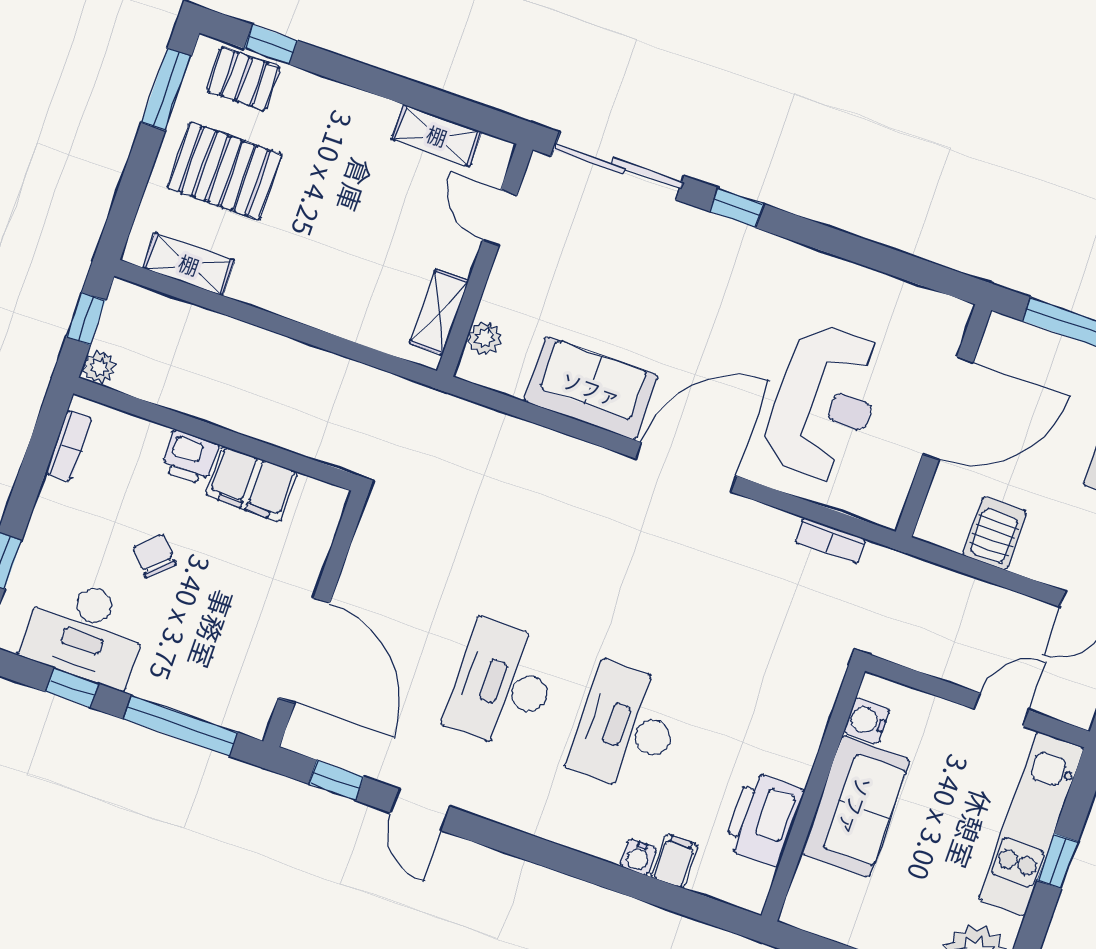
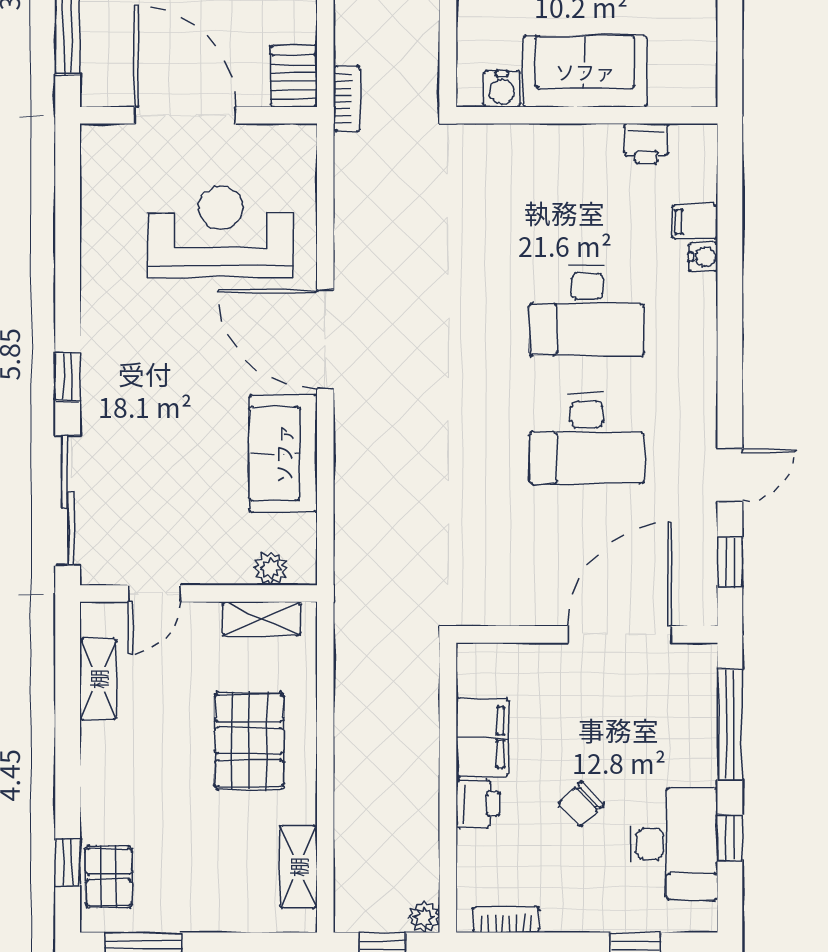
pallet: (225, 171) -> (249, 741), moved
server rack: (995, 533) -> (294, 76), moved, turned 90
bookcase: (830, 541) -> (347, 98), moved
printer: (763, 819) -> (646, 143), width x0.53, depth x0.68

